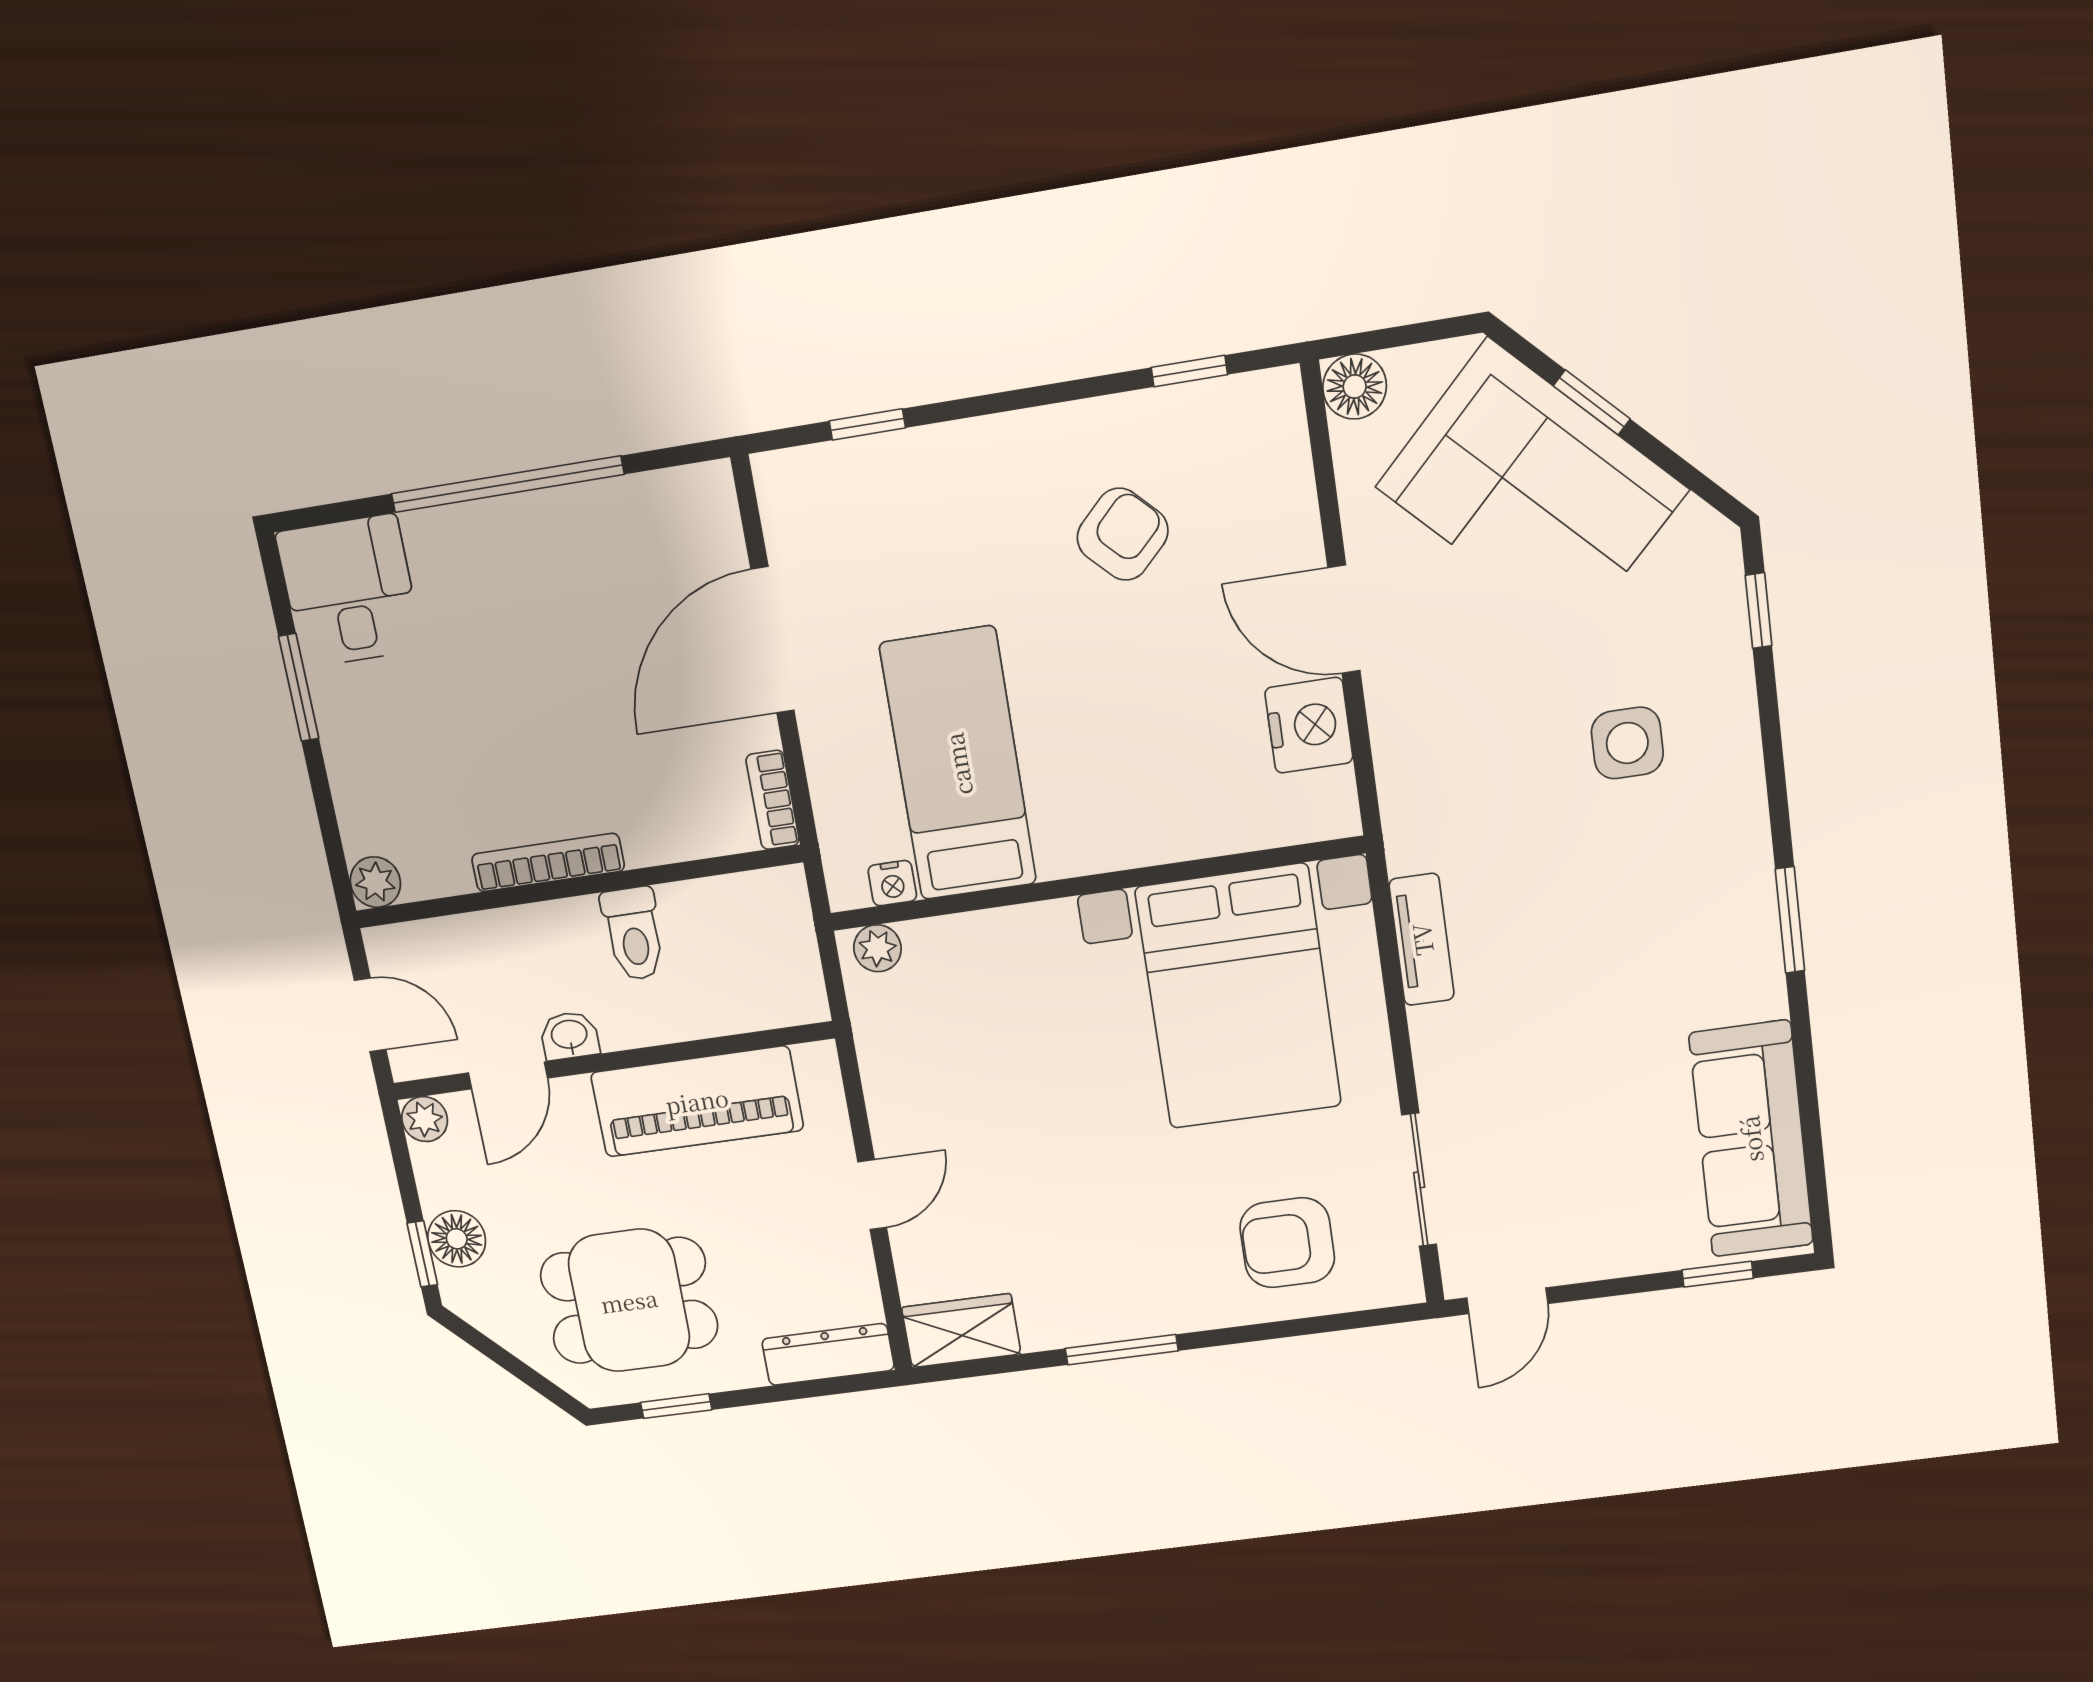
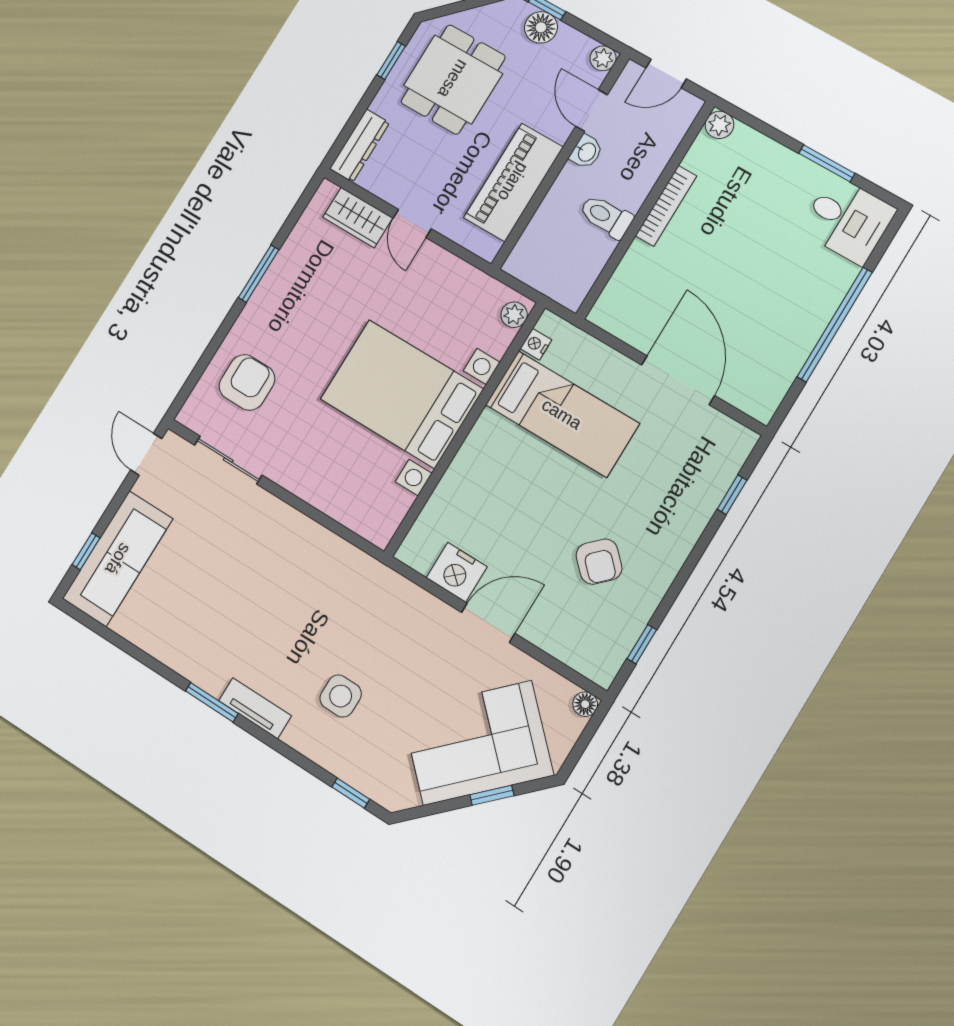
floor lamp: (1355, 387) -> (585, 704), width x0.73, depth x0.73
bookcase: (773, 800) -> (612, 324), removed
tv unit: (1422, 939) -> (255, 708), moved, turned 180
bed with nightstands: (1238, 997) -> (402, 394), moved
sofa: (1751, 1139) -> (118, 559), moved, turned 90
wardrobe: (961, 1331) -> (358, 218), moved, turned 90

